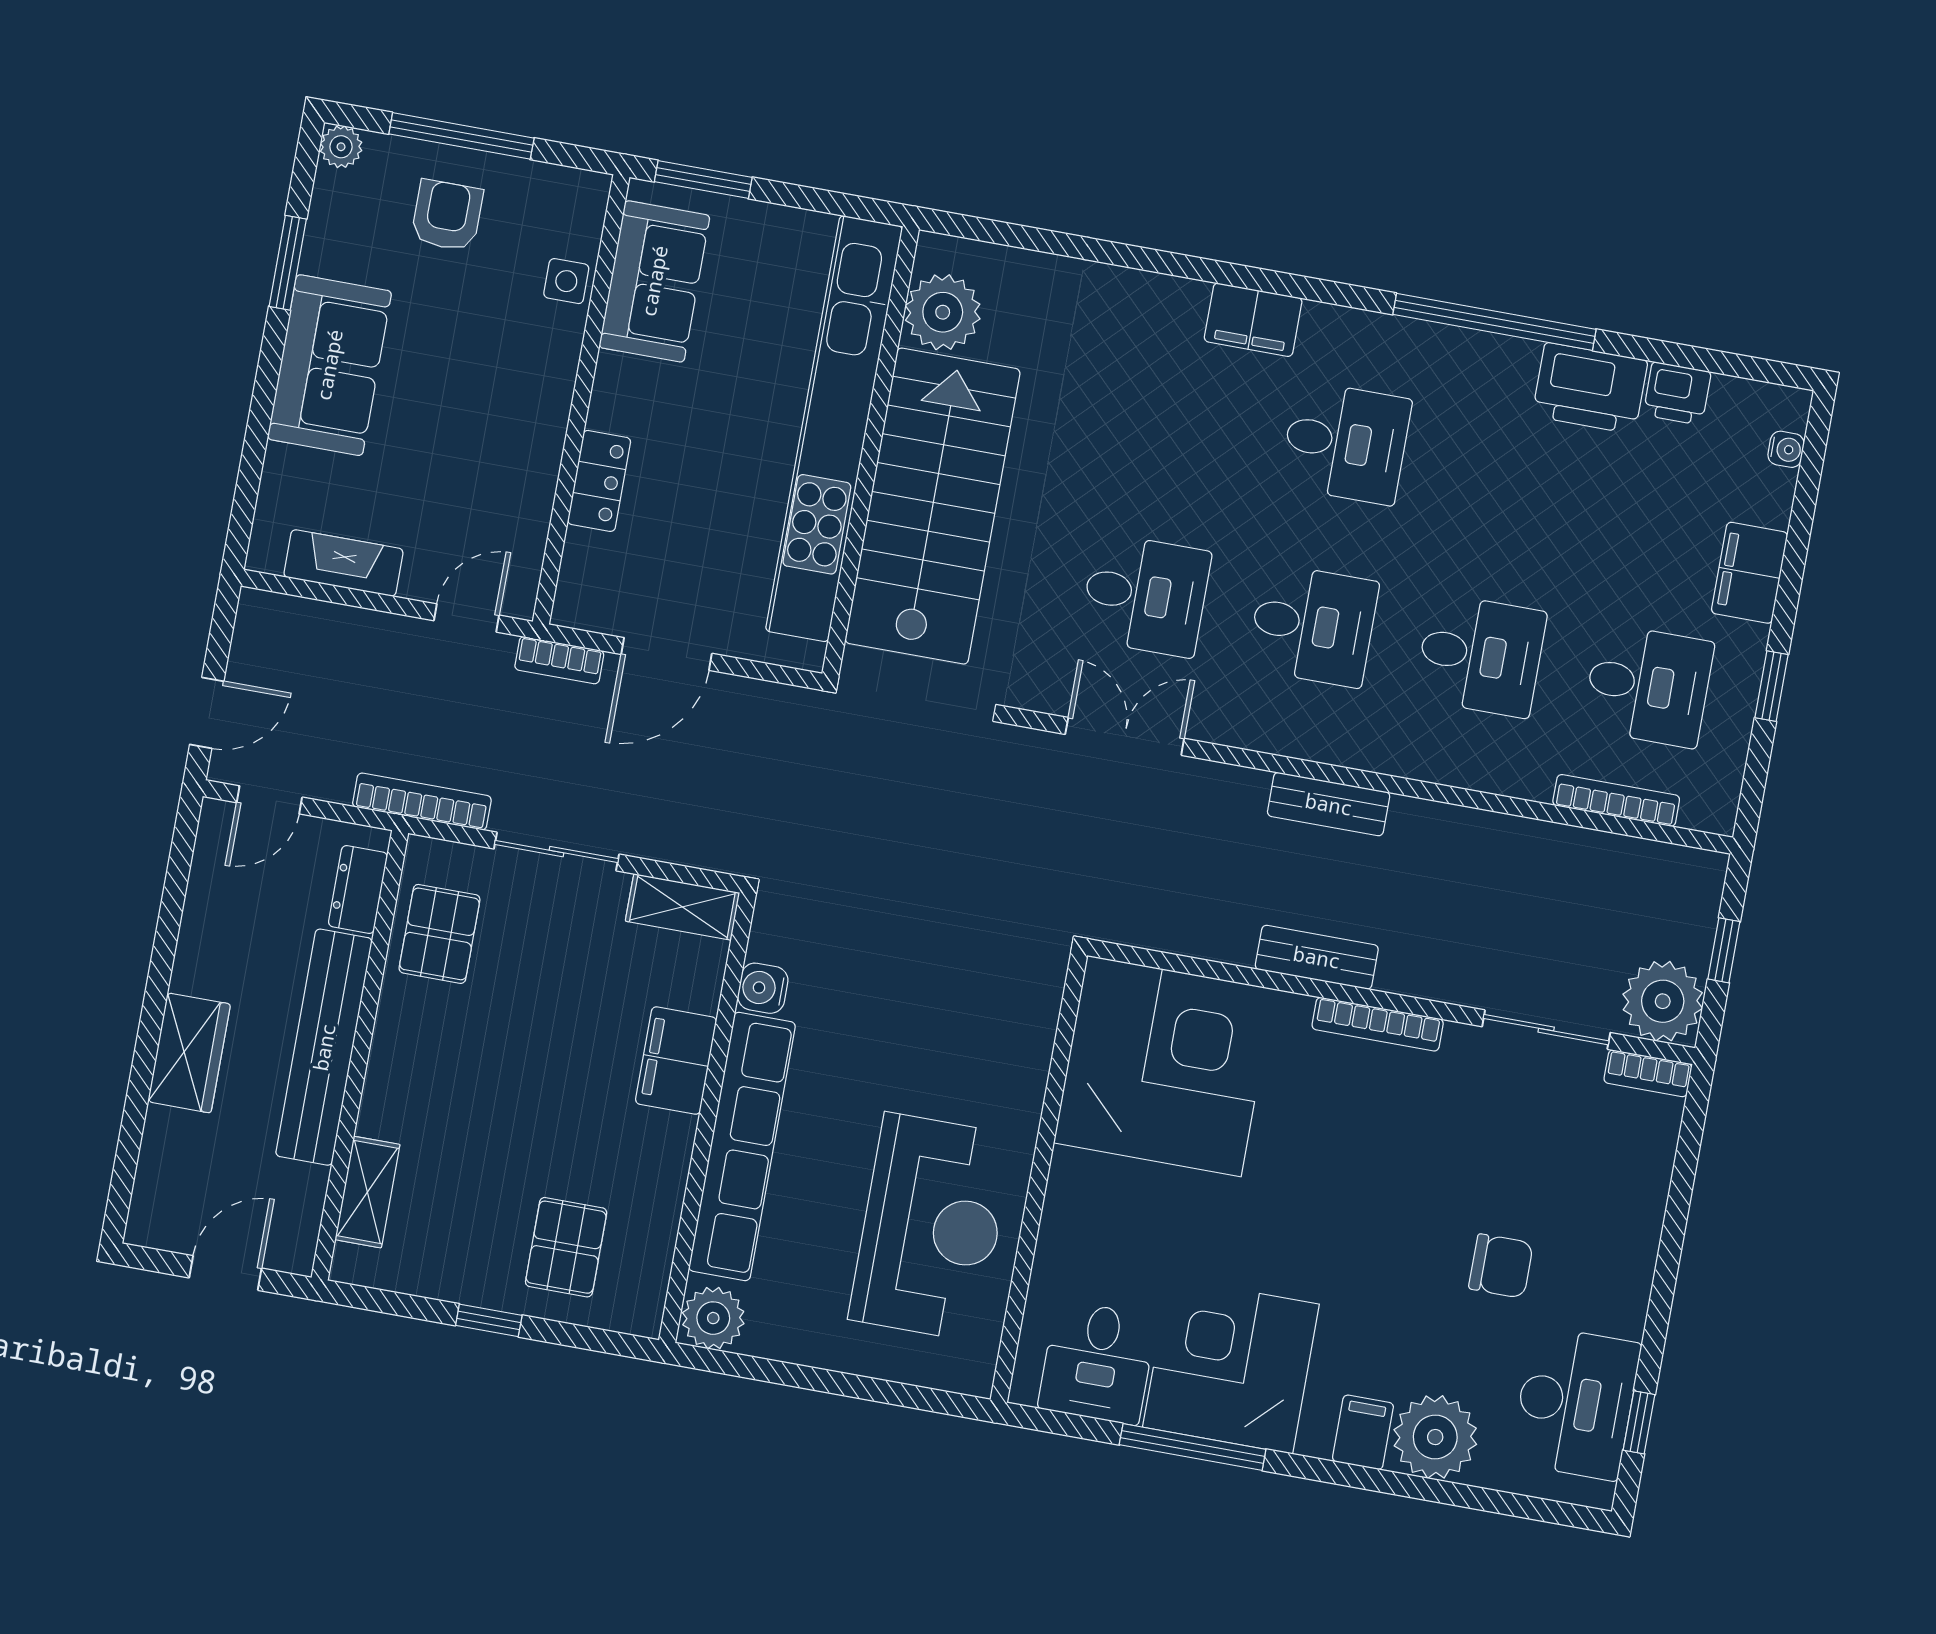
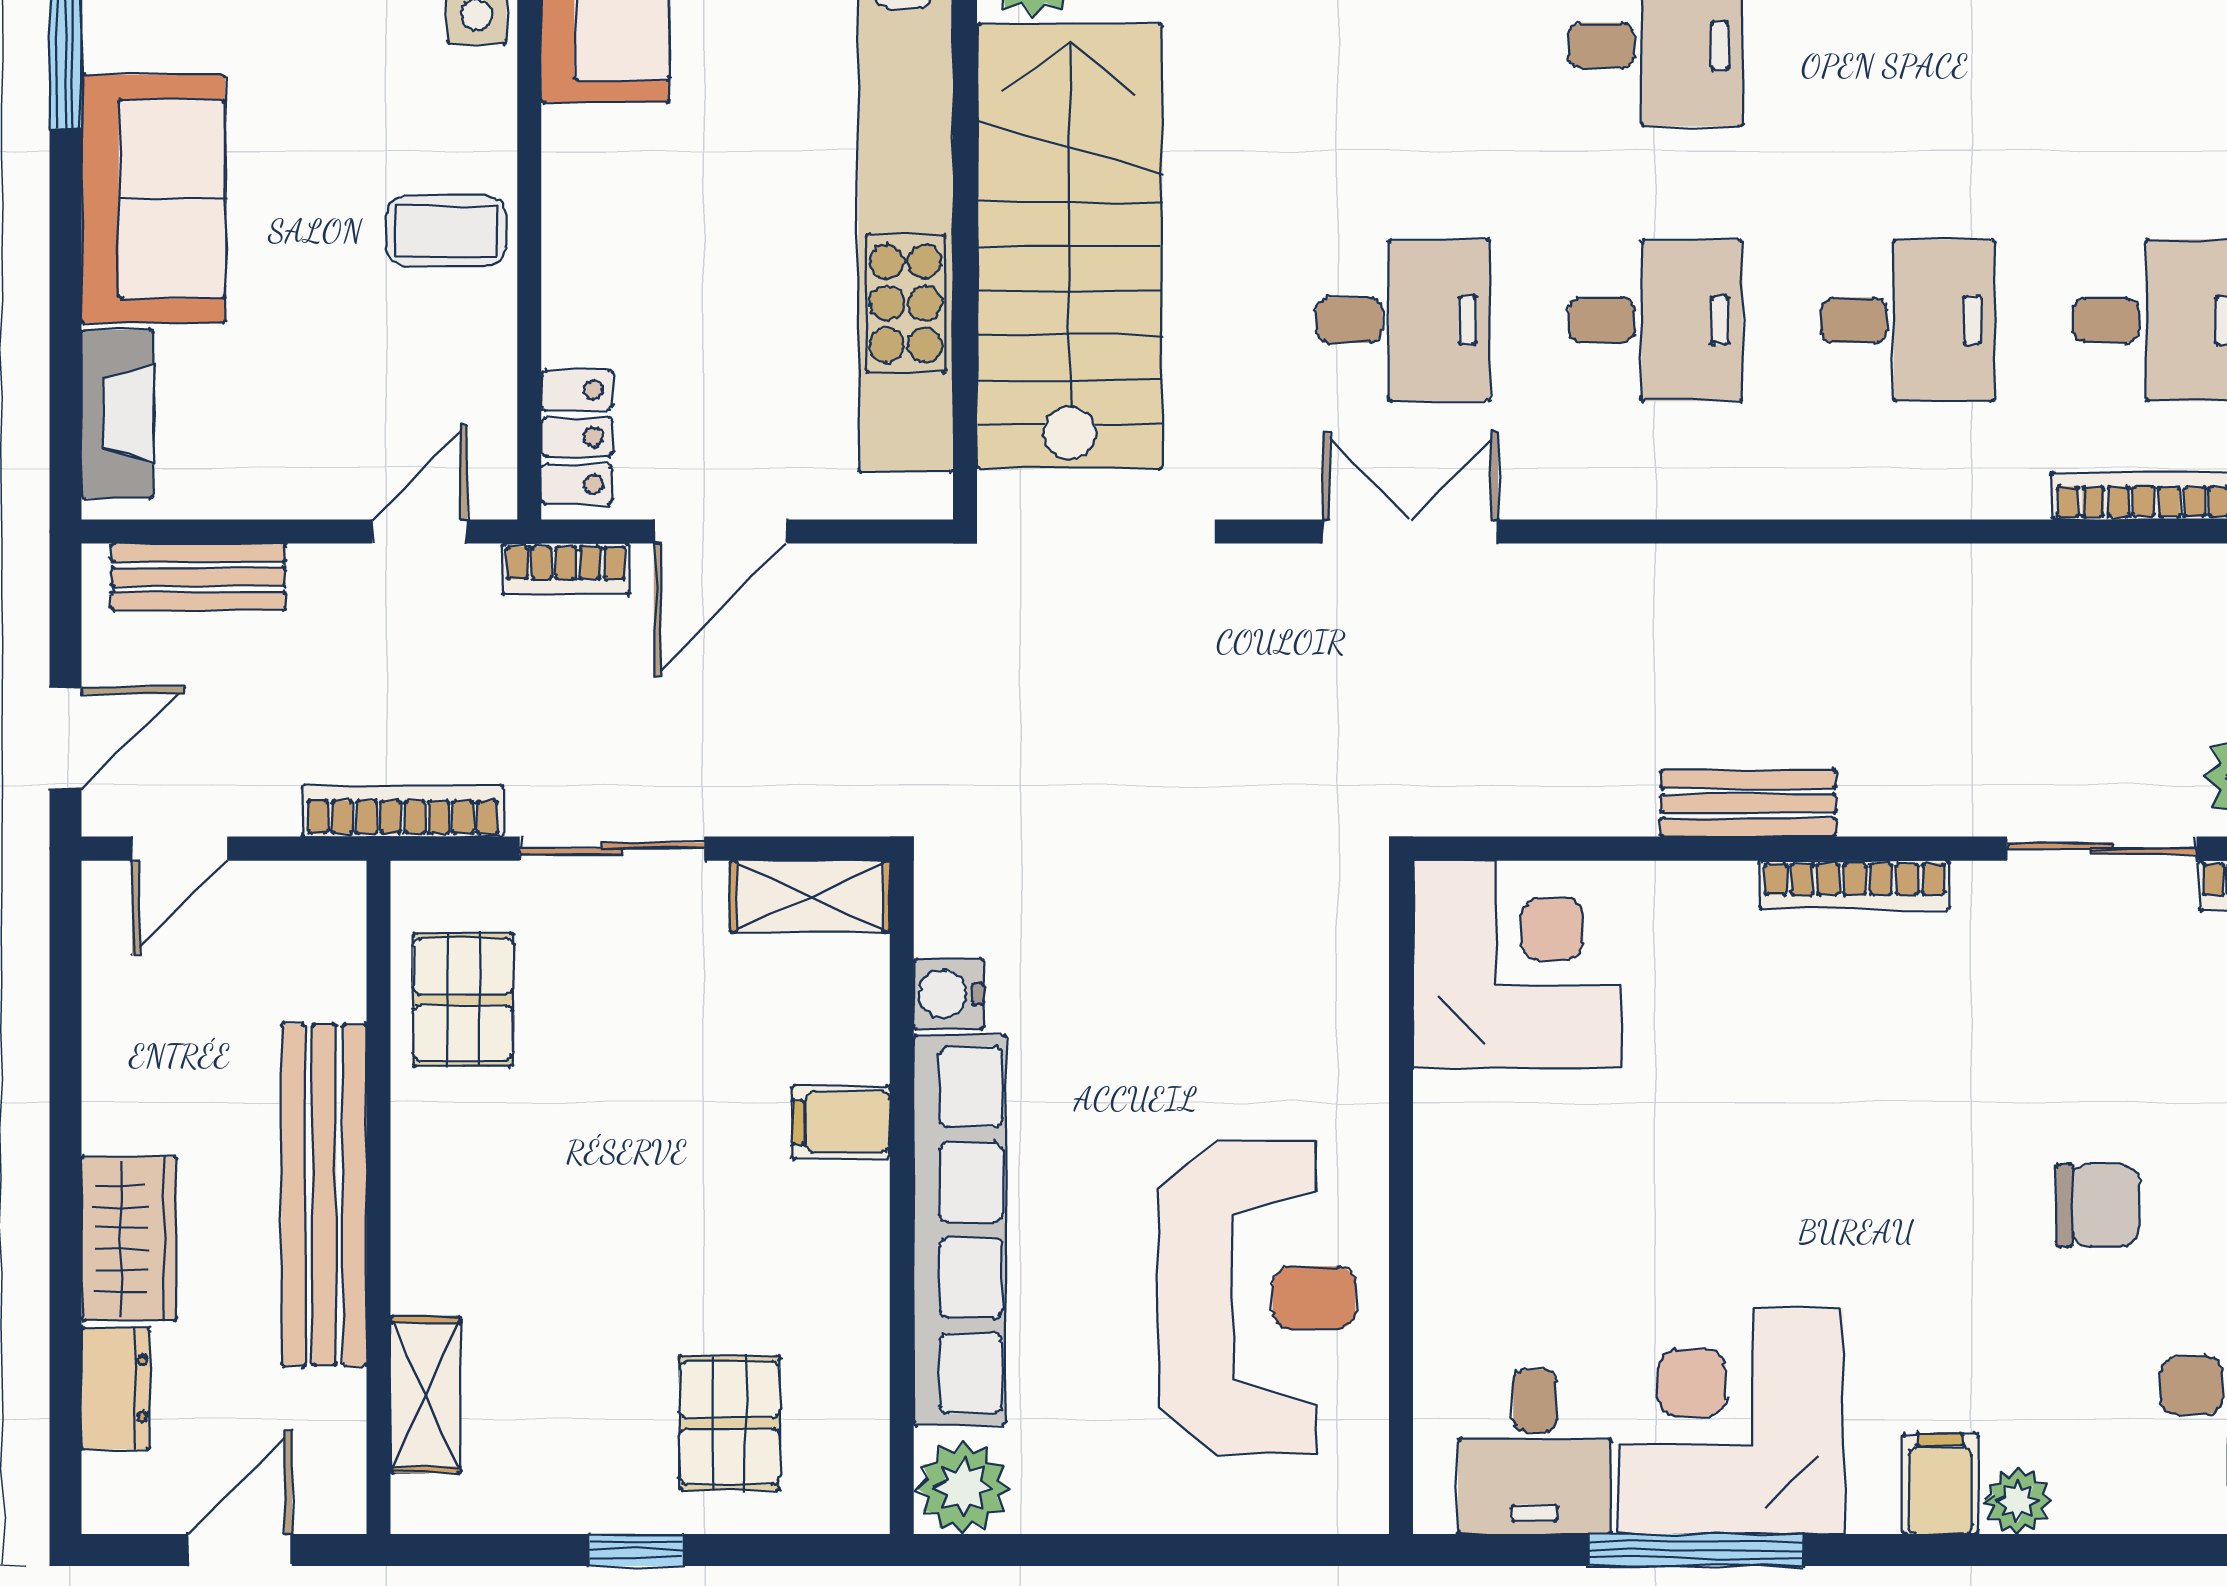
coffee table: (520, 421) -> (446, 231), added
locker: (599, 481) -> (577, 437), moved
fireplace: (343, 563) -> (117, 414), moved, turned 90
bench: (1329, 804) -> (198, 577), moved
dresser: (358, 889) -> (116, 1388), moved, turned 180
filing cabinet: (676, 1061) -> (841, 1122), width x0.50
corner desk: (1164, 1066) -> (1517, 964), width x0.74, depth x0.74
plant: (1435, 1437) -> (2018, 1501), width x0.53, depth x0.53

